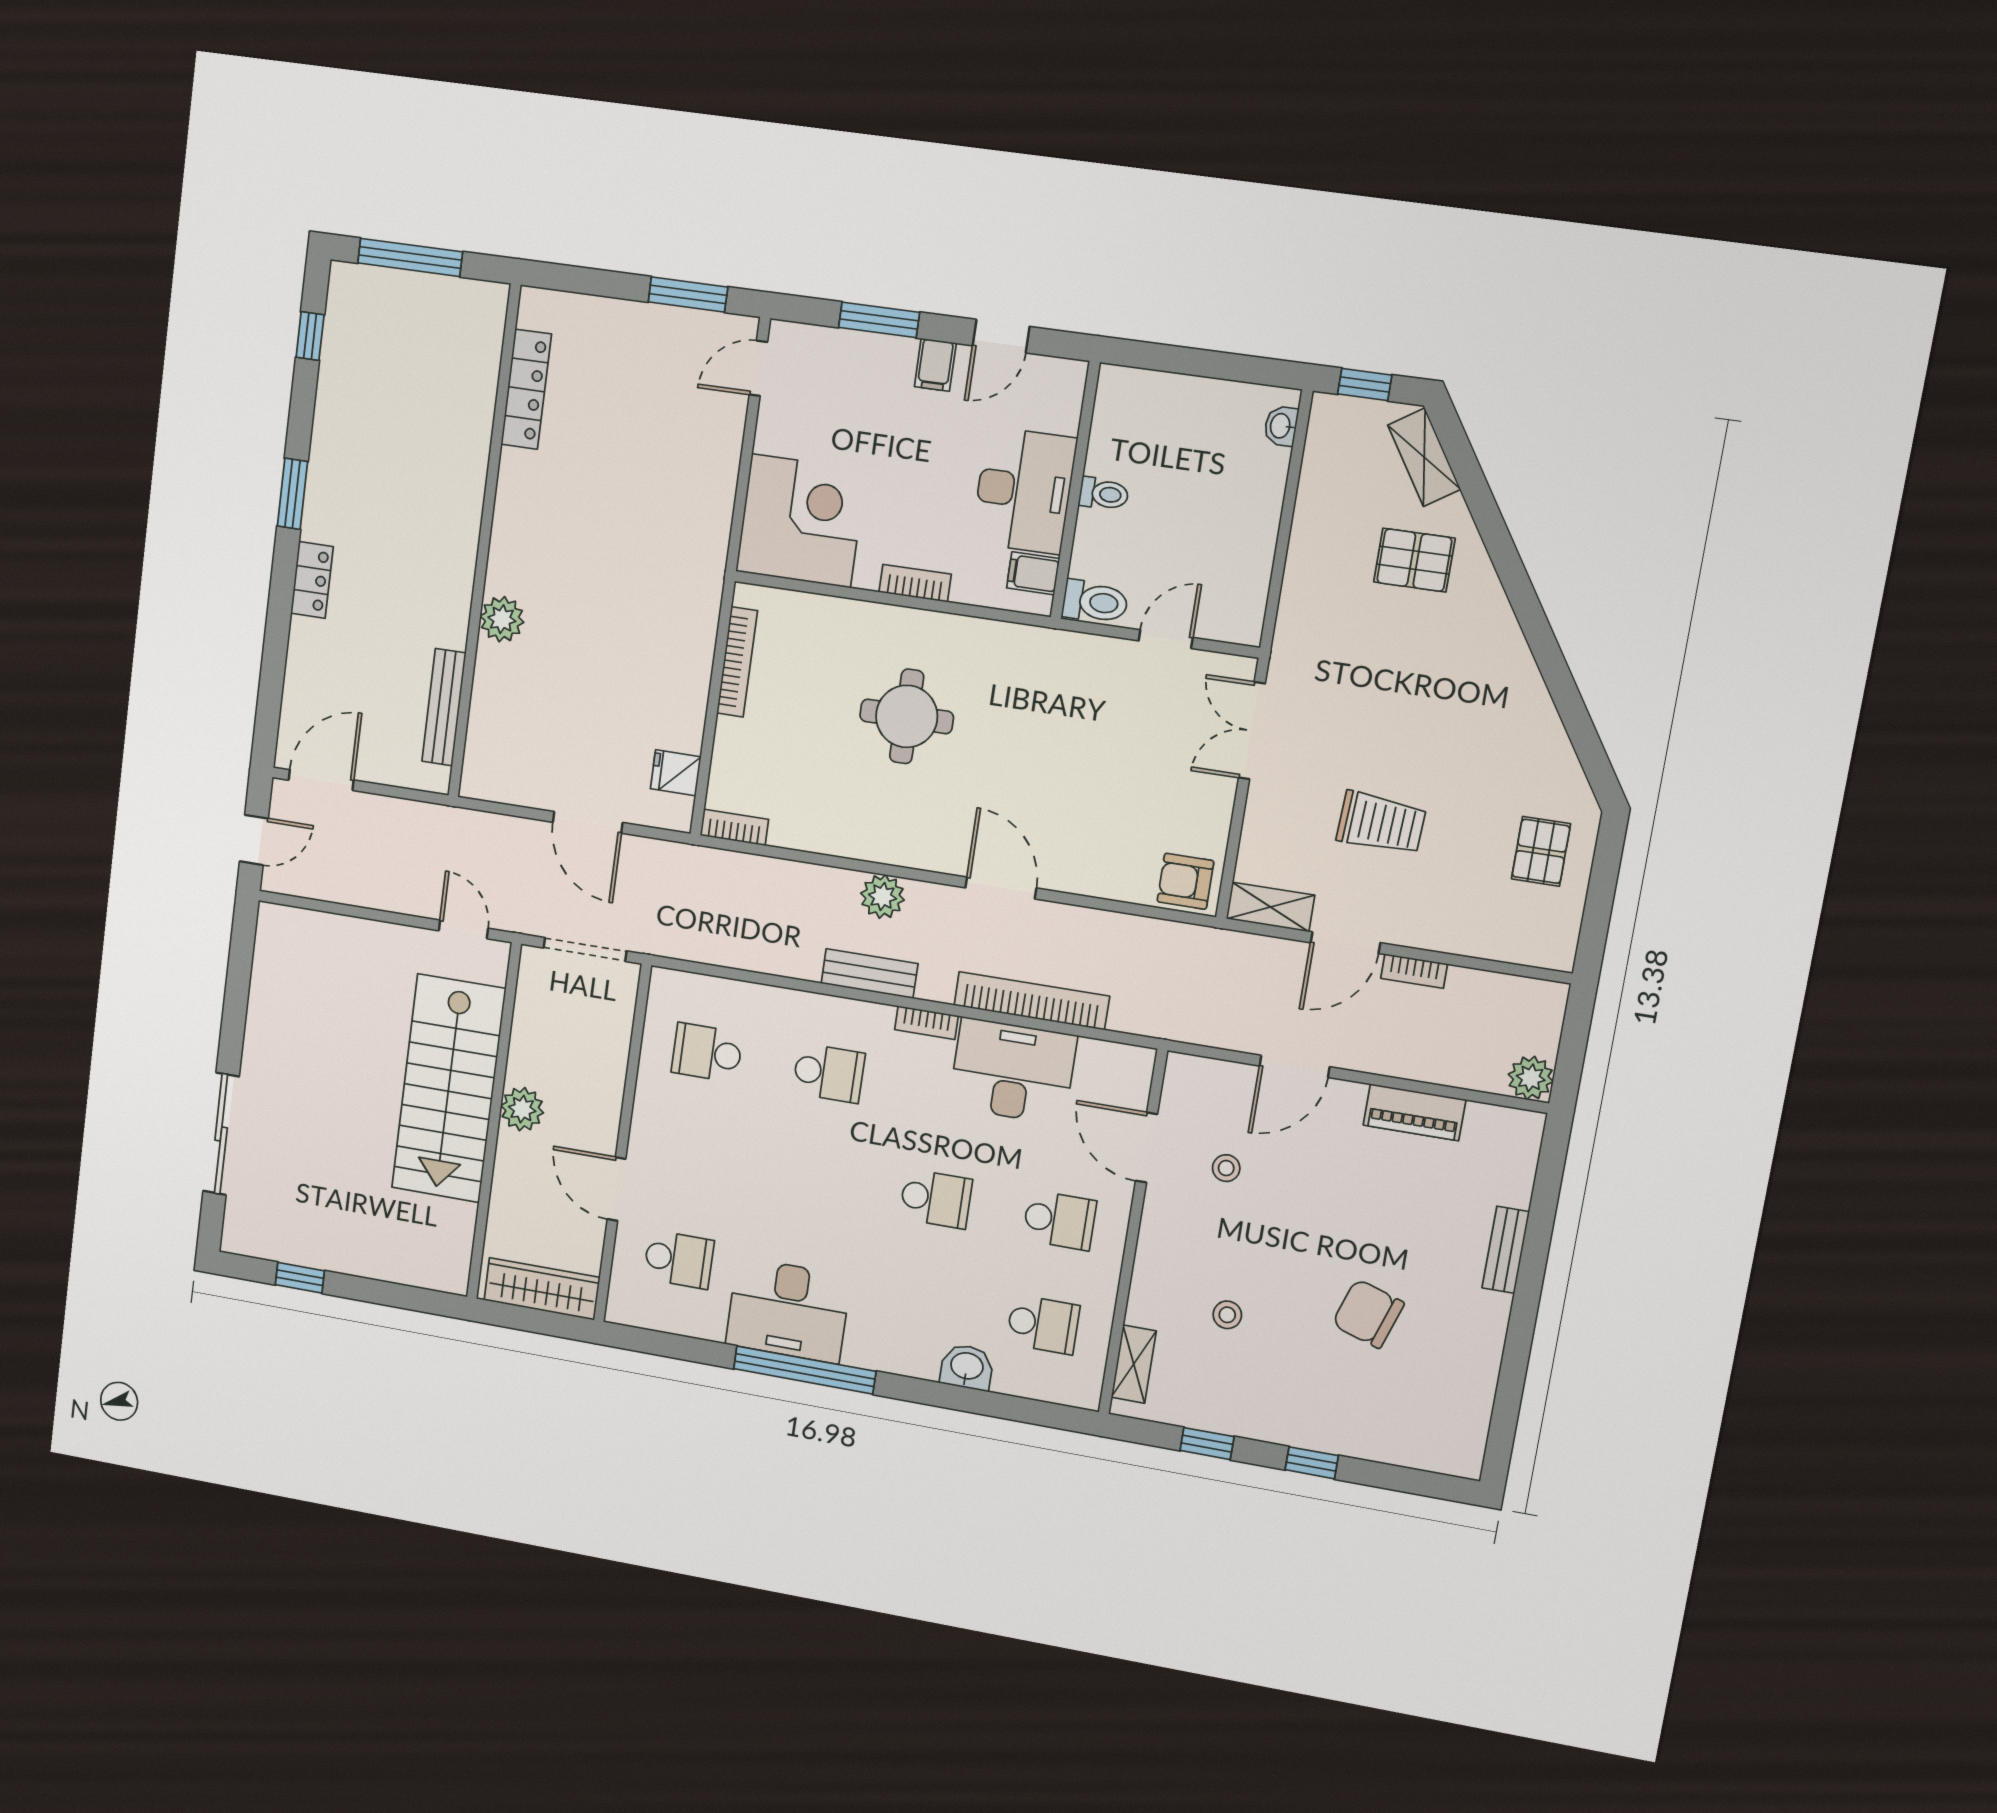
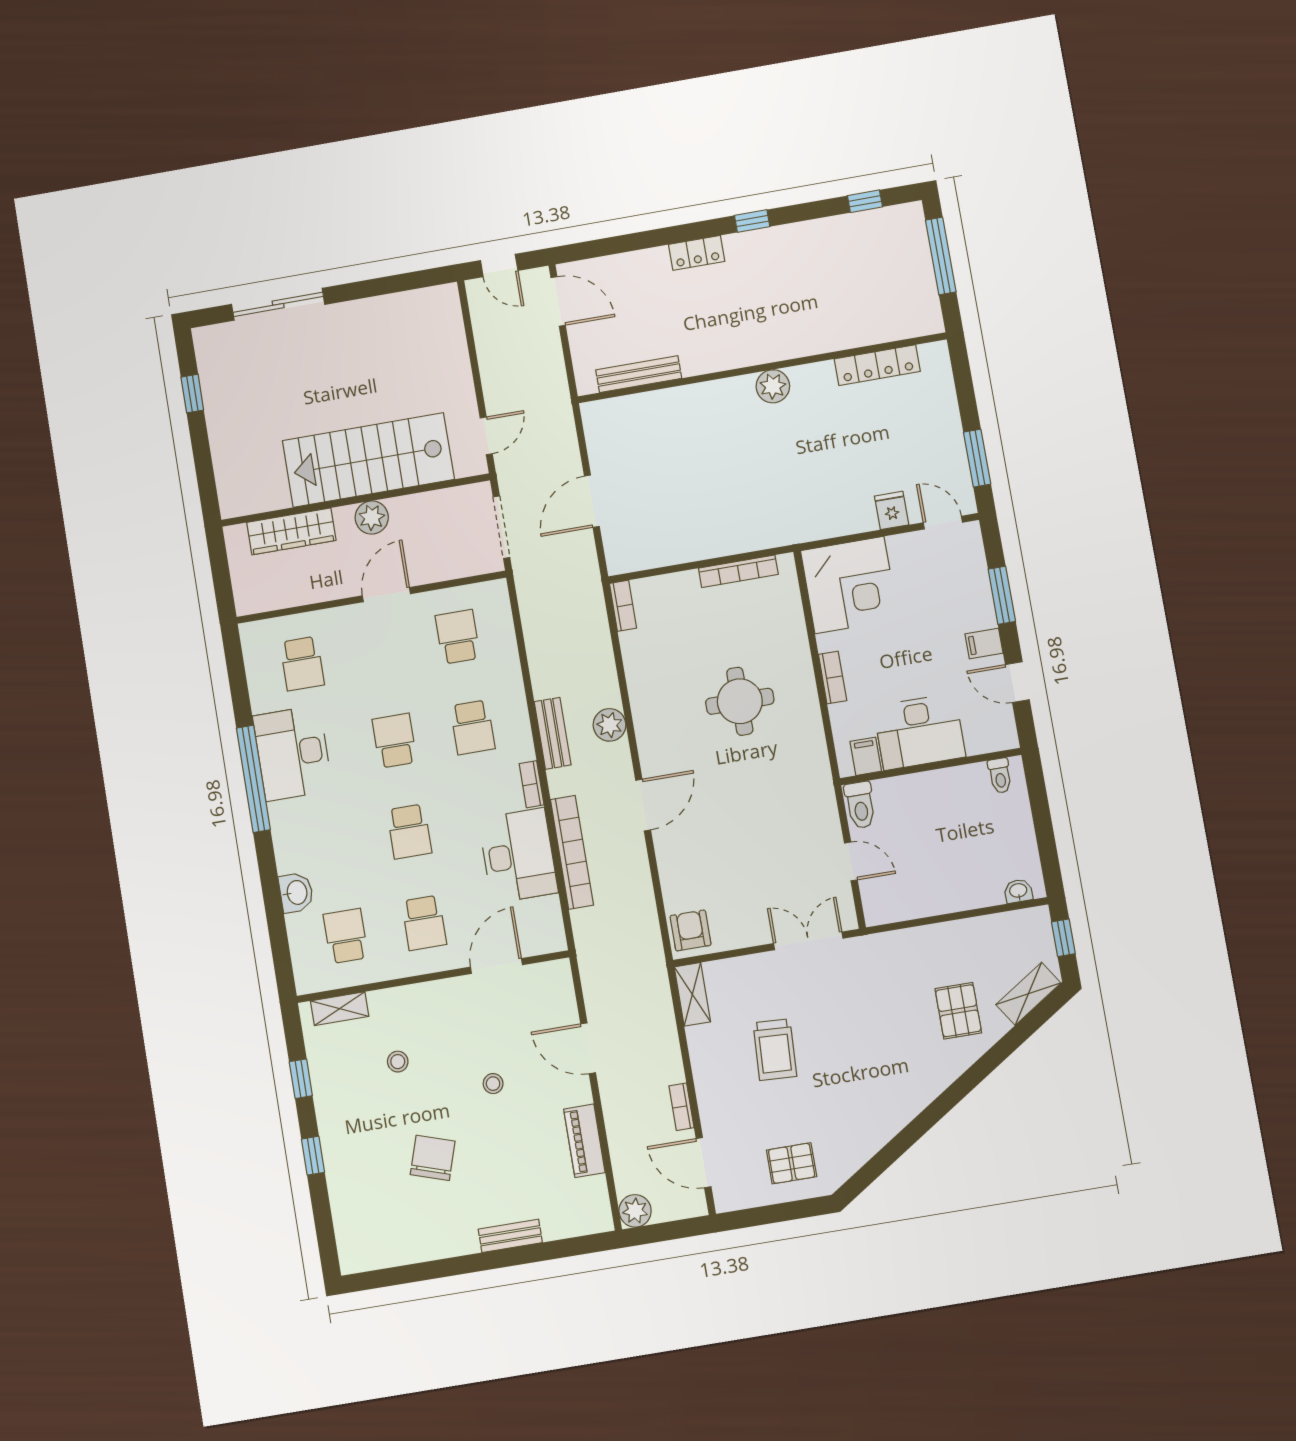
window: (292, 494) -> (752, 221), width x0.67
toilet: (1104, 494) -> (1000, 776), moved
plant: (502, 619) -> (773, 386), moved
fridge: (676, 773) -> (892, 510), moved
door: (1345, 943) -> (704, 1163), moved
stool: (1226, 1168) -> (493, 1084), moved
school desk: (814, 1178) -> (394, 741), added
door: (616, 1189) -> (386, 595), moved
wardrobe: (542, 1289) -> (291, 531), moved, turned 90
school desk: (1043, 1325) -> (346, 936), turned 180

